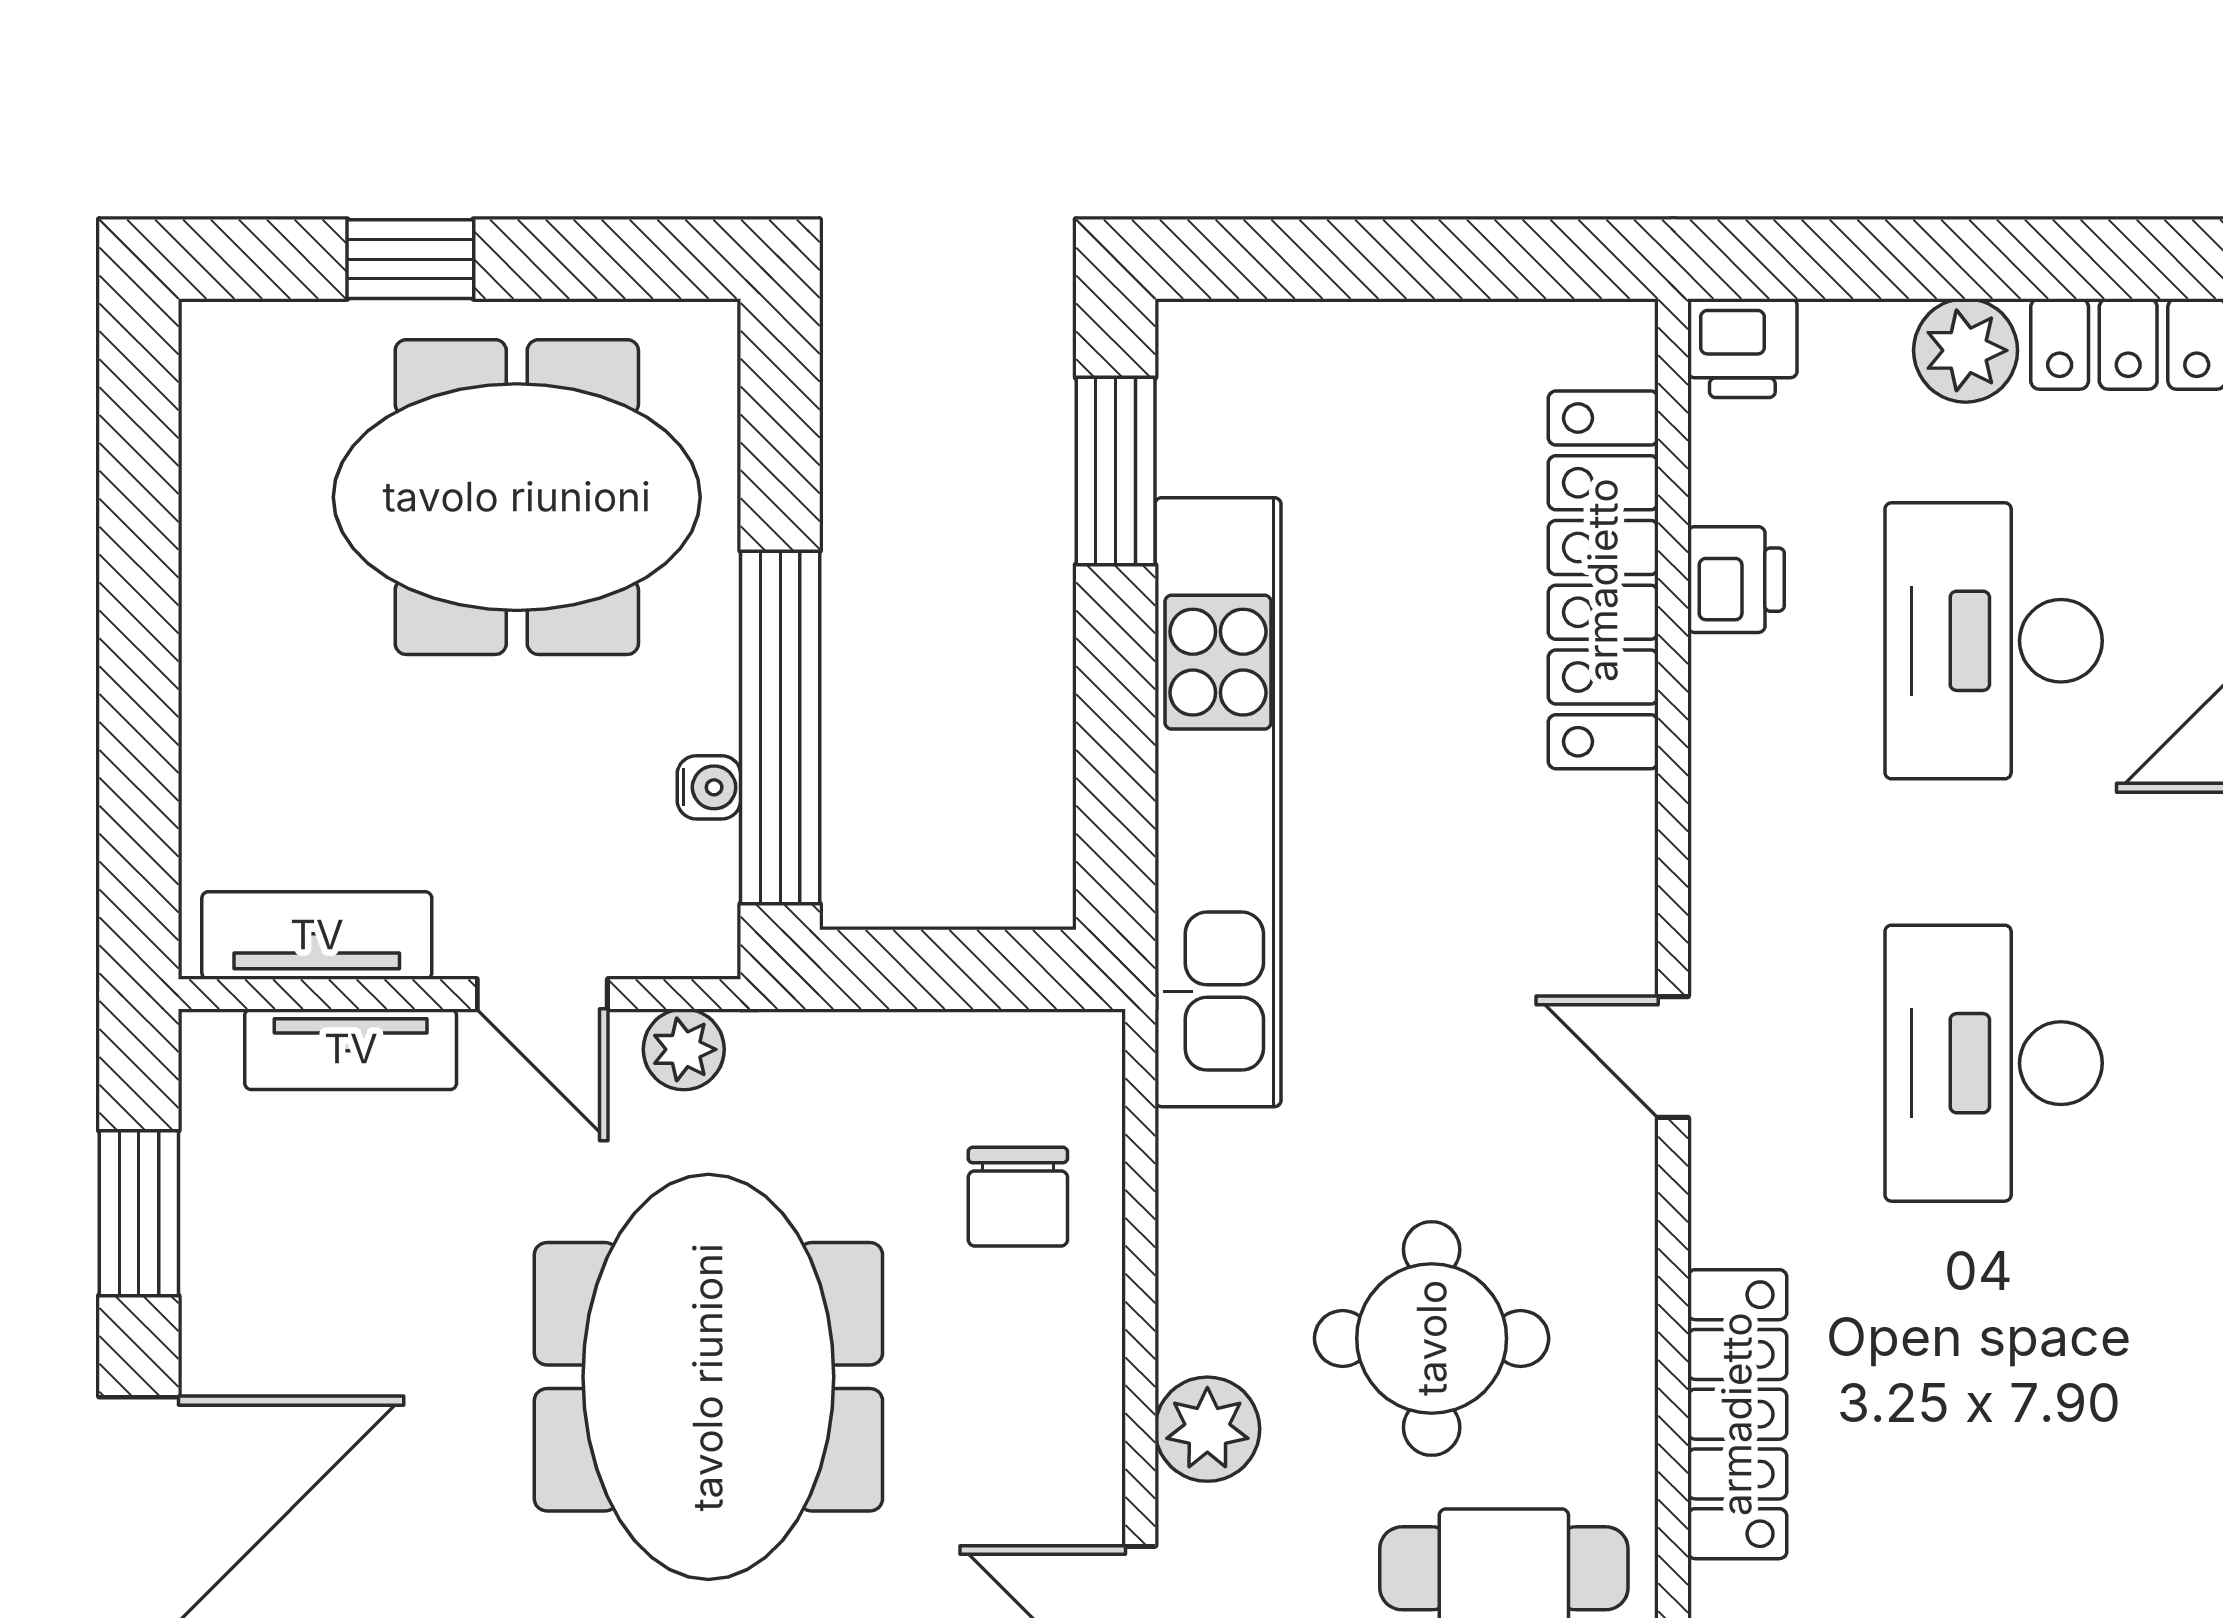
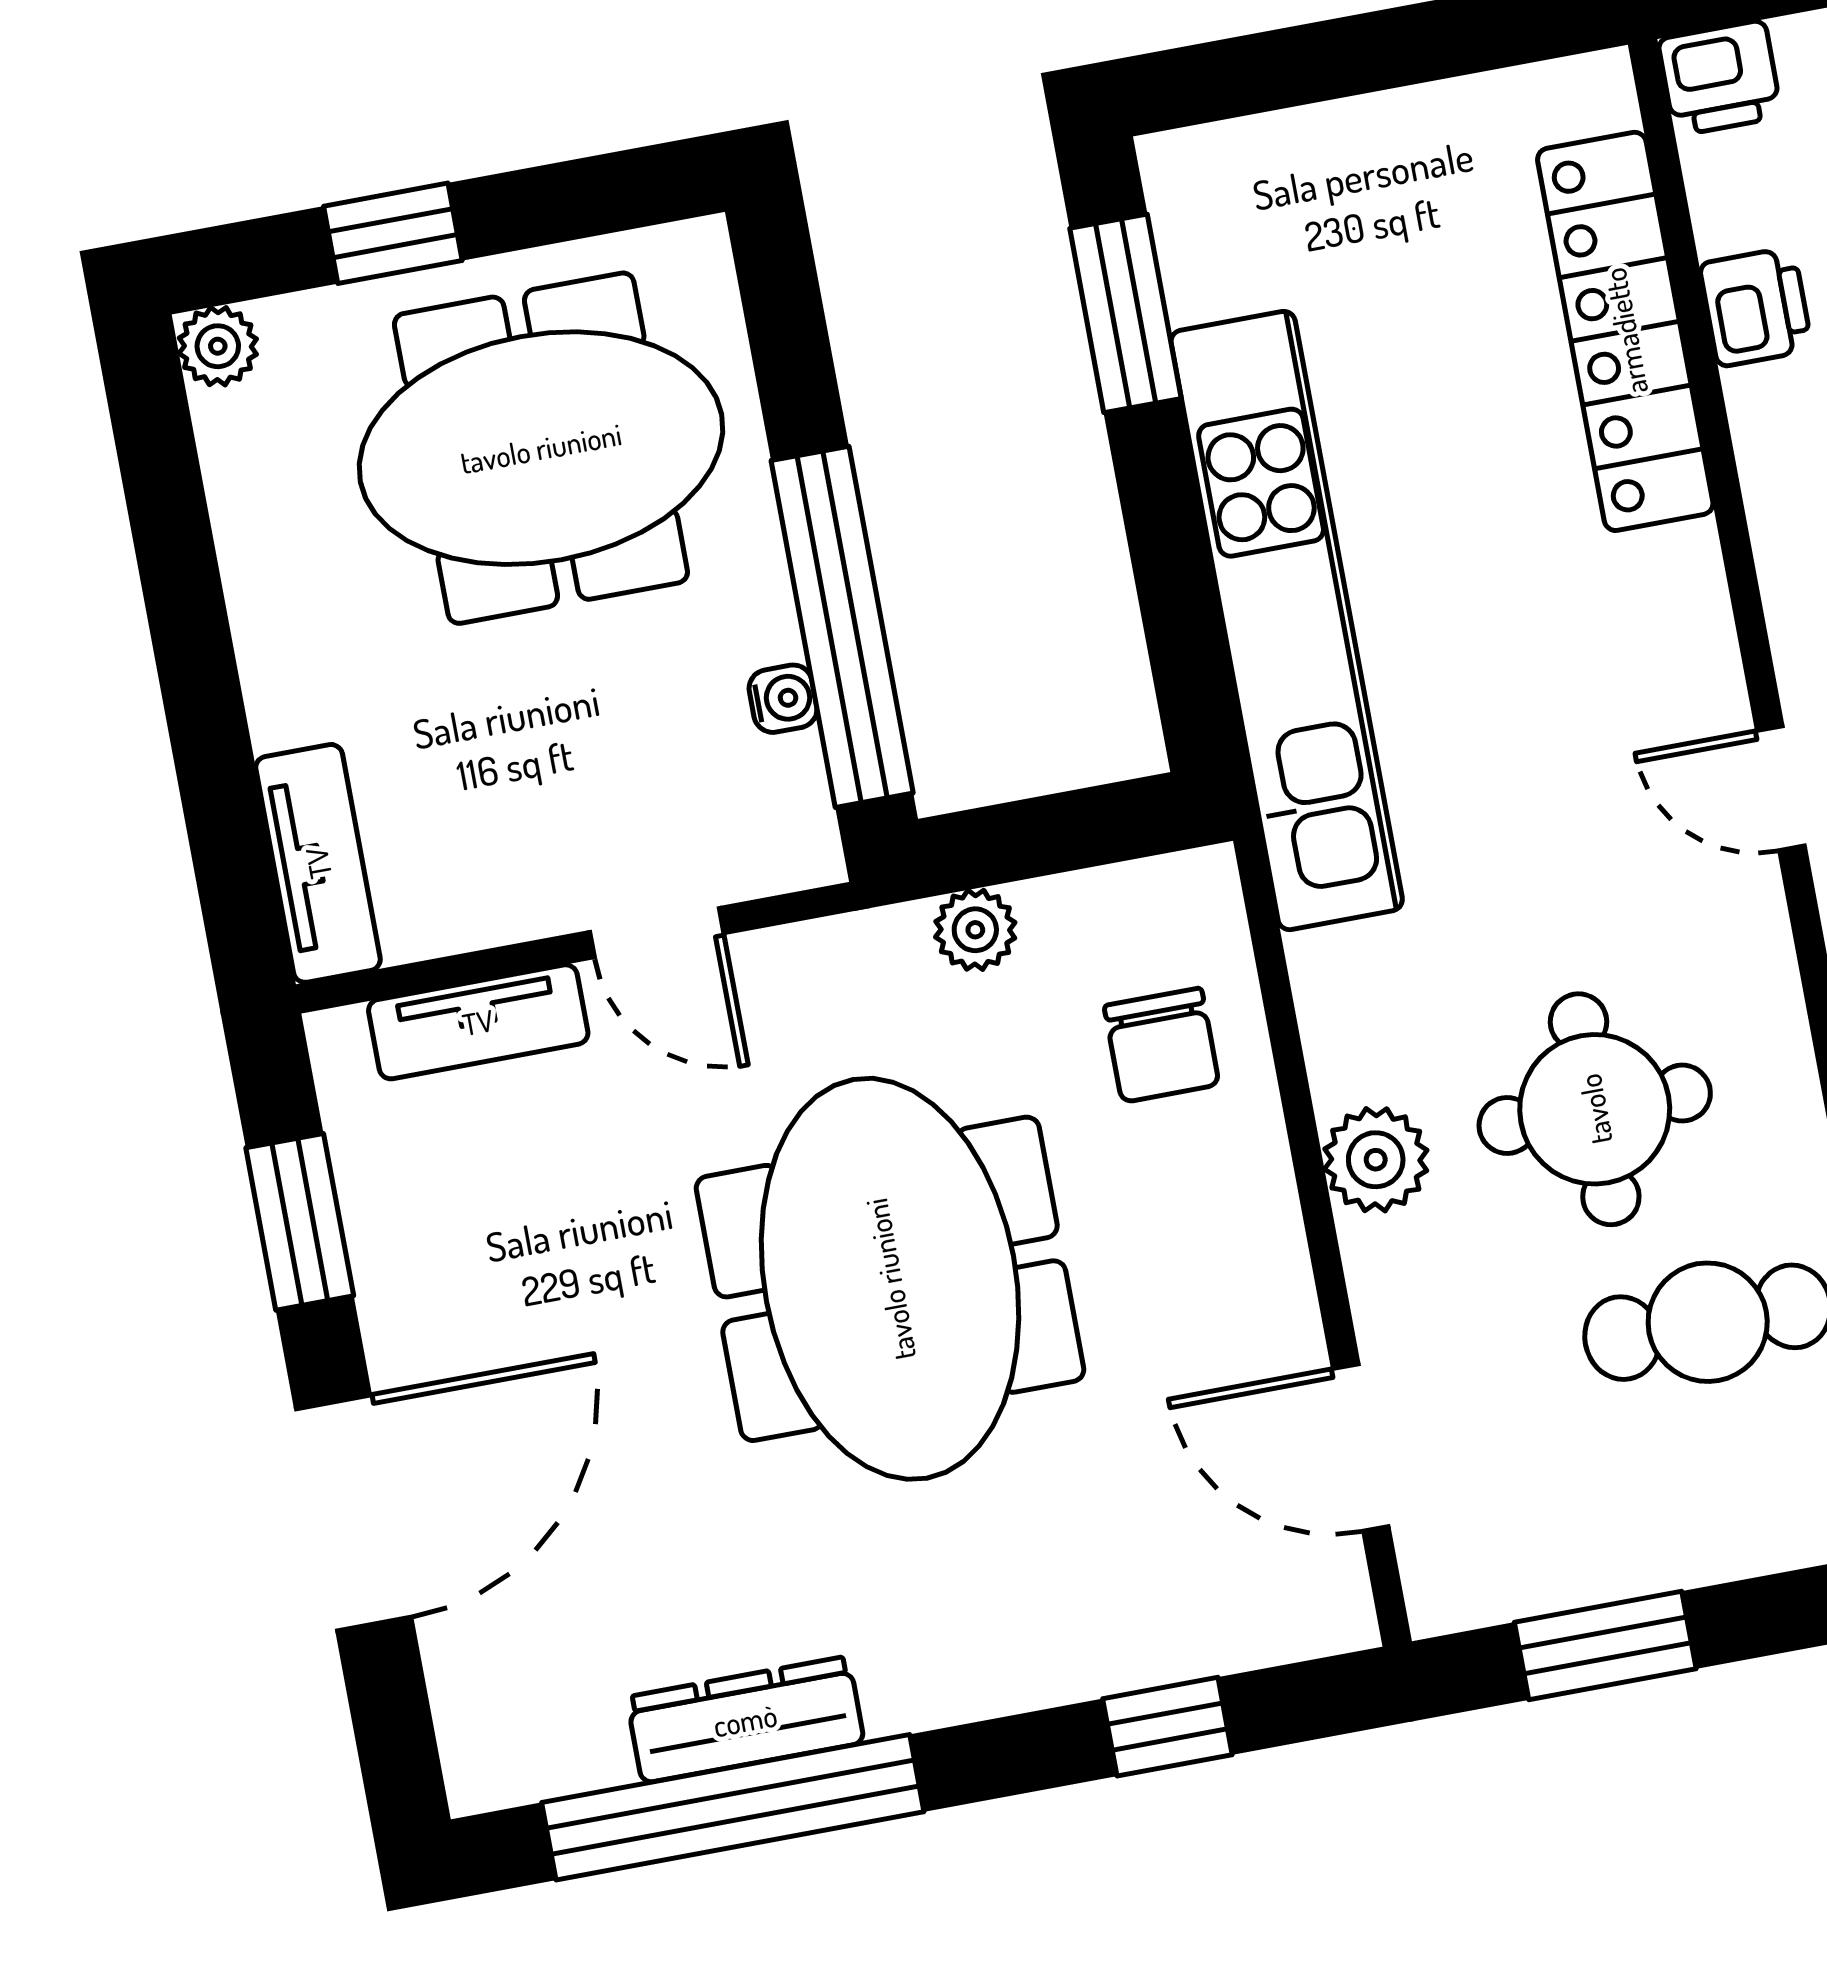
plant: (218, 338) -> (218, 346), added
tv unit: (317, 935) -> (318, 863), moved, turned 90
plant: (684, 1049) -> (975, 930), moved
plant: (1207, 1429) -> (1376, 1160), moved

